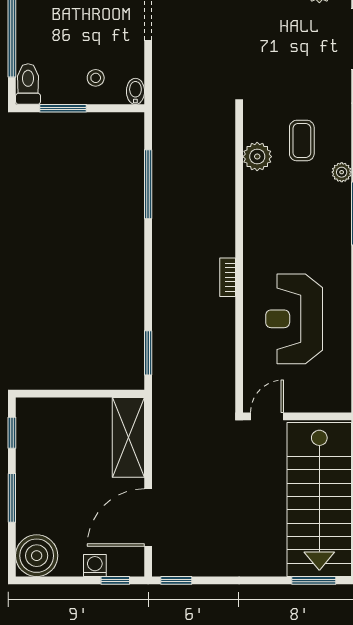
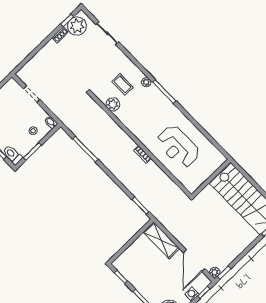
door: (267, 416) -> (201, 188), removed
plant: (163, 566) -> (215, 272), added

